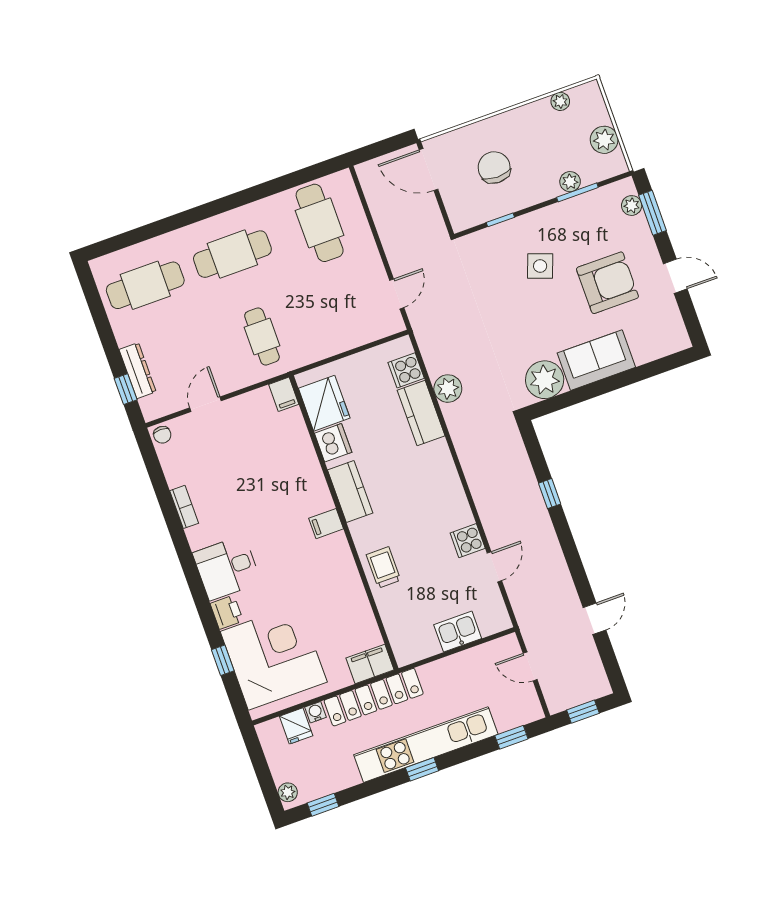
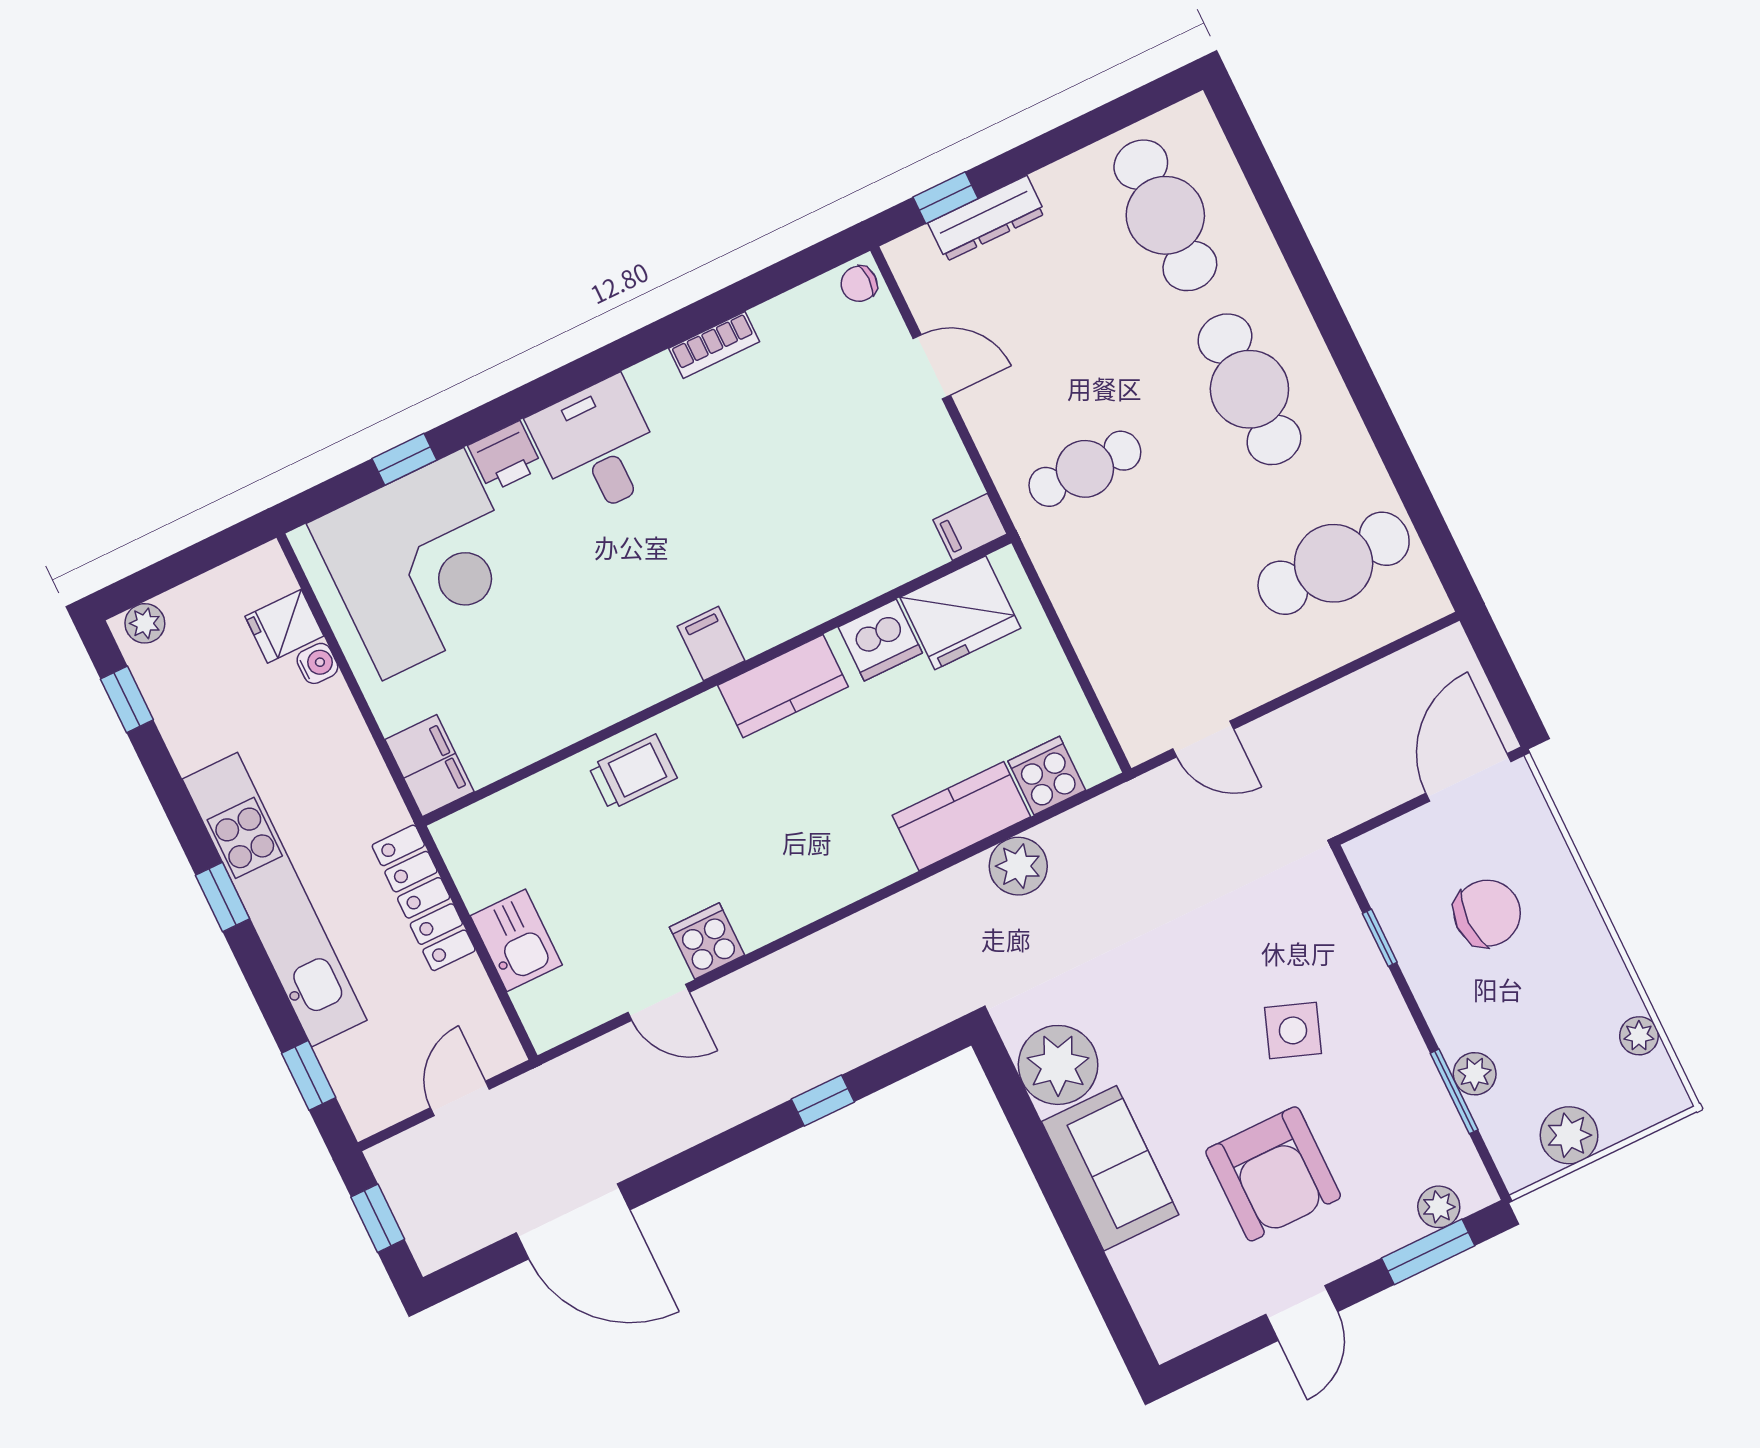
door: (594, 619) -> (573, 1221), width x1.88
locker: (374, 697) -> (424, 898), moved, width x0.71, depth x0.83

